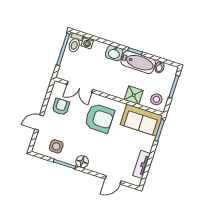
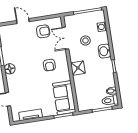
toilet: (75, 43) -> (110, 100), moved
bathtub: (138, 62) -> (107, 73), removed
shower: (134, 95) -> (78, 68), moved
stool: (156, 99) -> (85, 41), moved
armchair: (99, 118) -> (49, 65), width x0.53, depth x0.53
side table: (56, 146) -> (11, 43), removed

